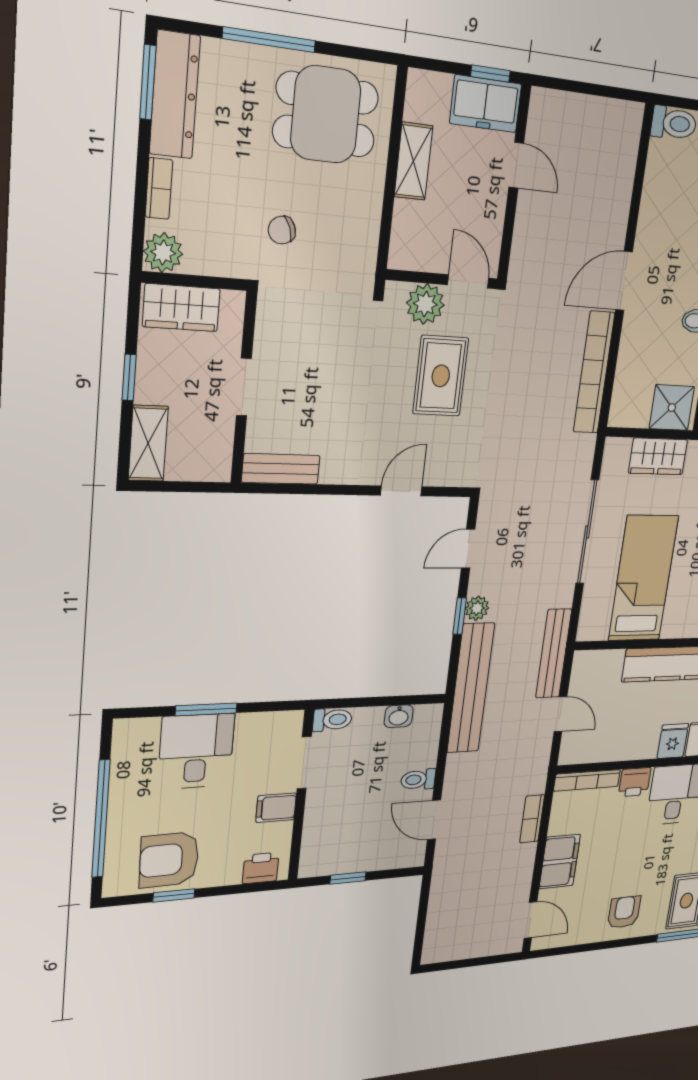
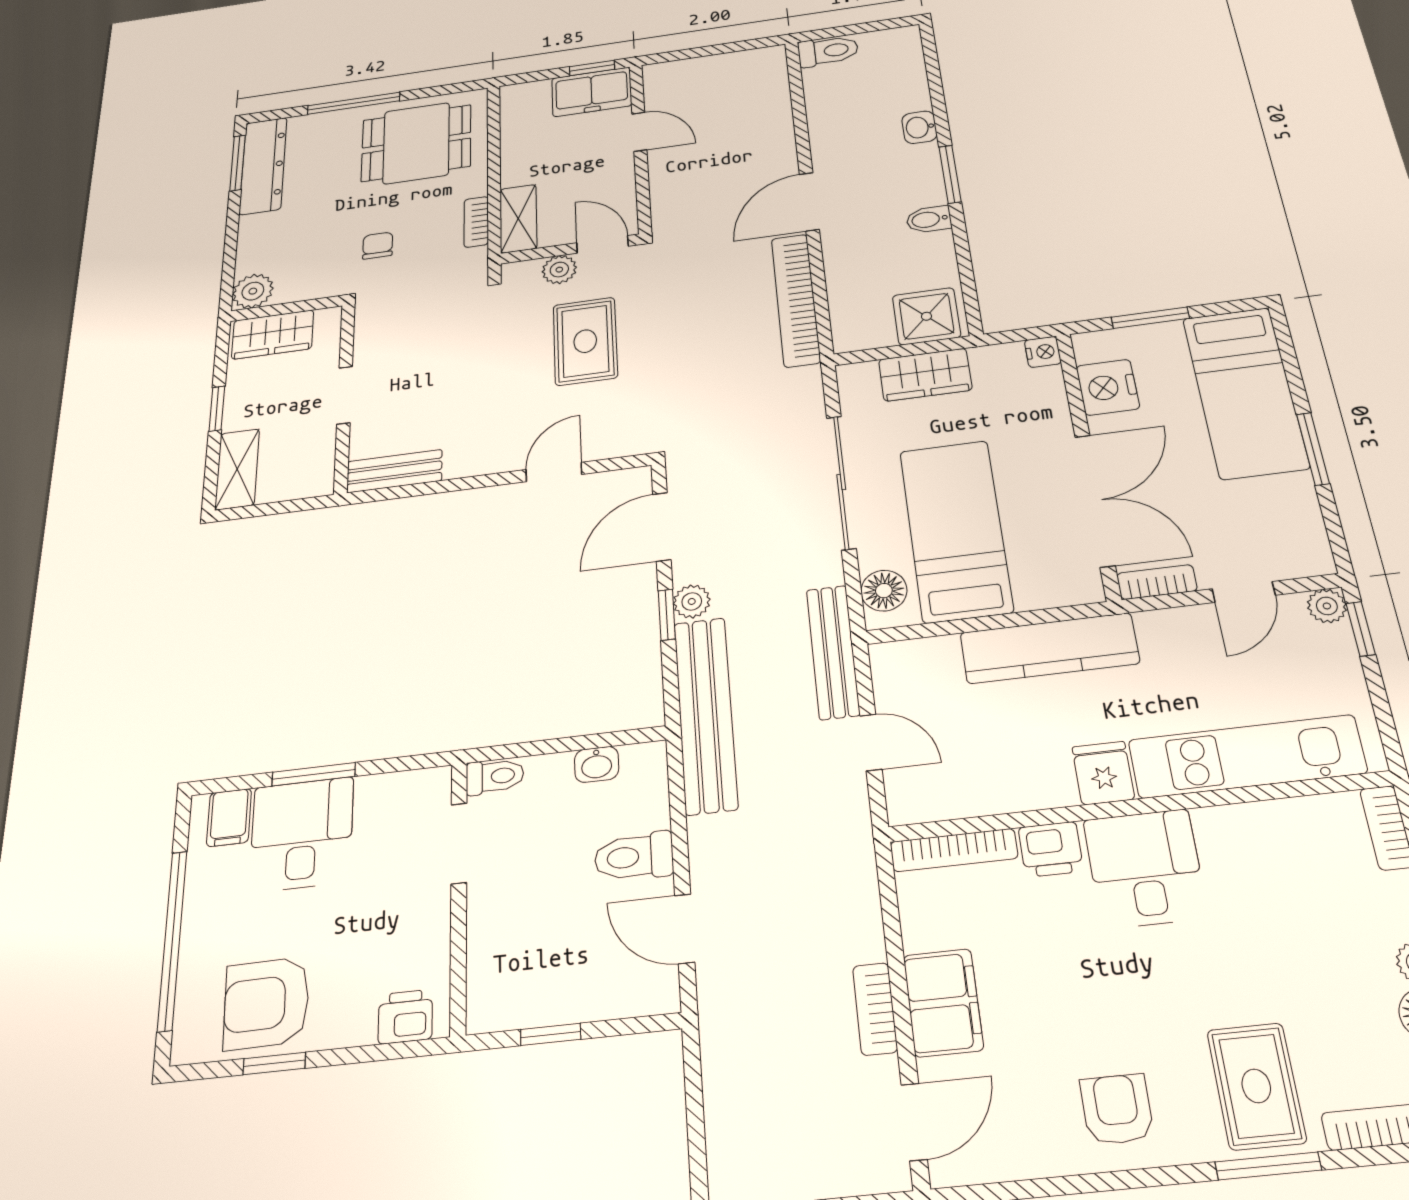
shelving: (413, 161) -> (518, 219), moved
bookcase: (159, 188) -> (476, 222), moved, turned 180
chair: (282, 230) -> (378, 245), turned 110
plant: (425, 304) -> (559, 270), width x0.73, depth x0.73
door: (468, 549) -> (662, 527), width x1.38
floor lamp: (592, 615) -> (884, 591), added
toilet: (418, 780) -> (634, 857), width x1.37, depth x1.39
filing cabinet: (276, 808) -> (229, 818), moved, turned -90
bookcase: (532, 819) -> (875, 1009), moved
door: (530, 920) -> (914, 1122), hinge flipped

